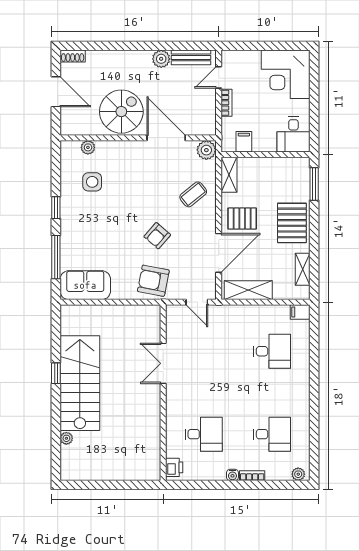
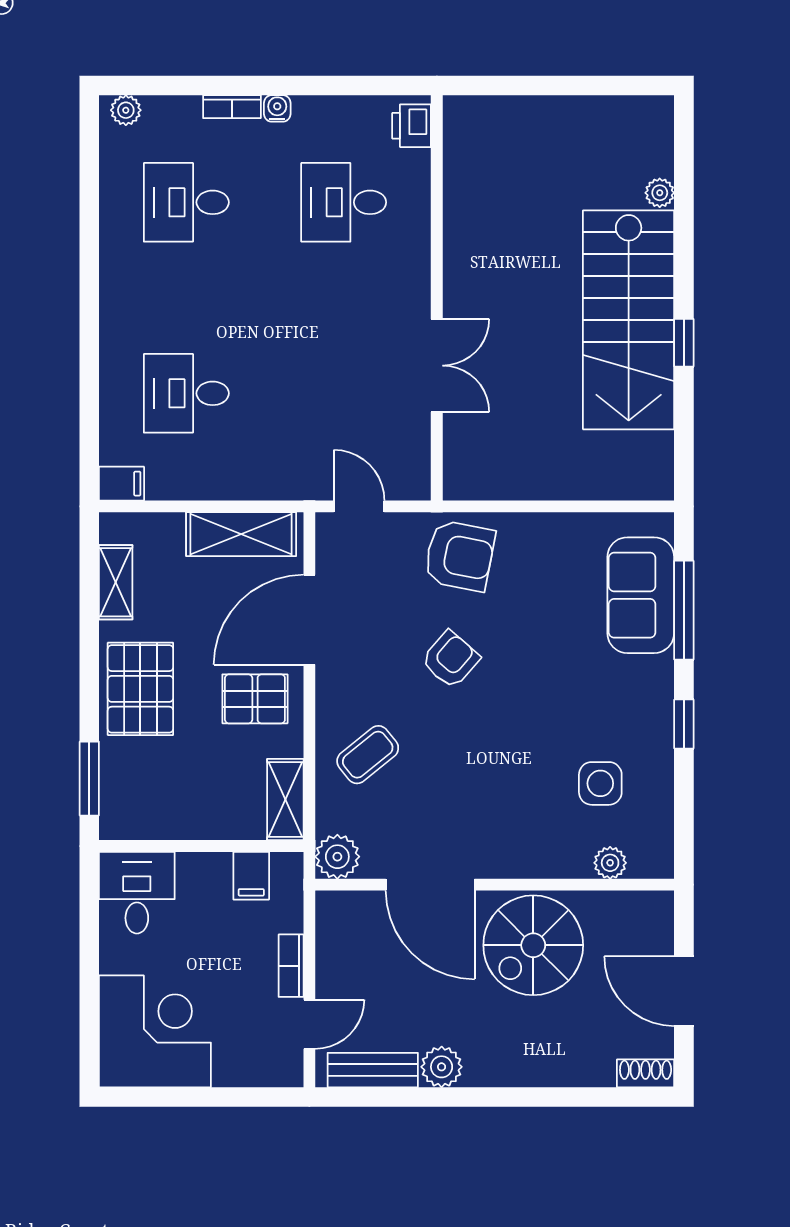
sofa: (85, 285) -> (641, 595), moved, turned 90

